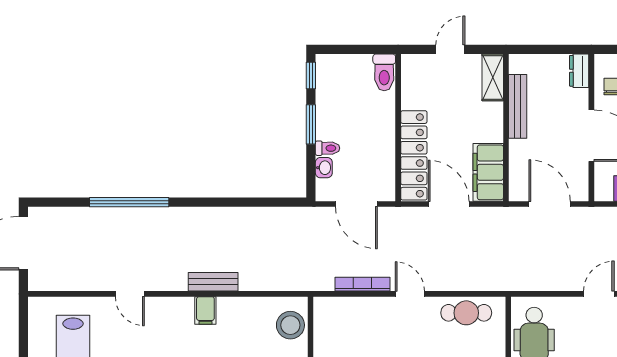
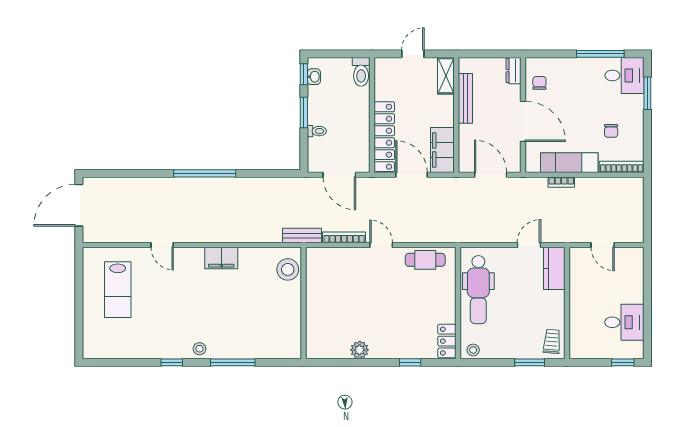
washbasin: (324, 168) -> (314, 77), moved
window: (129, 202) -> (205, 173), moved
bench: (213, 282) -> (302, 236), moved
filing cabinet: (205, 311) -> (221, 258), width x2.00

